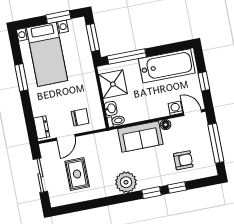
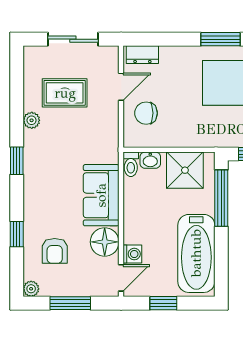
chair: (80, 117) -> (146, 113), turned 90
floor lamp: (166, 125) -> (105, 242), width x1.89, depth x1.89
door: (66, 137) -> (121, 87), swing flipped
window: (216, 143) -> (70, 303), width x0.69
plant: (211, 171) -> (31, 289), added
plant: (126, 182) -> (32, 120), moved, width x0.53, depth x0.53
window: (151, 193) -> (17, 161), moved

